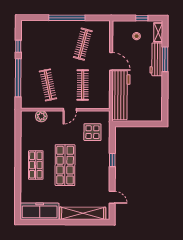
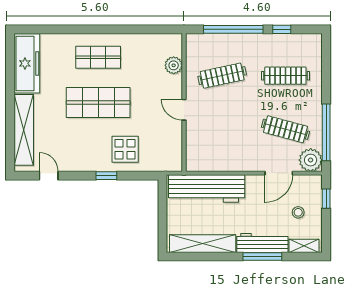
window: (67, 18) -> (326, 132), moved
window: (142, 18) -> (326, 199), moved
plant: (103, 28) -> (311, 160), added
door: (111, 61) -> (279, 173), moved
clothes rail: (83, 85) -> (285, 76), moved
shelving: (156, 98) -> (203, 244), added
display table: (92, 132) -> (125, 149), moved
door: (112, 197) -> (49, 176), swing flipped

